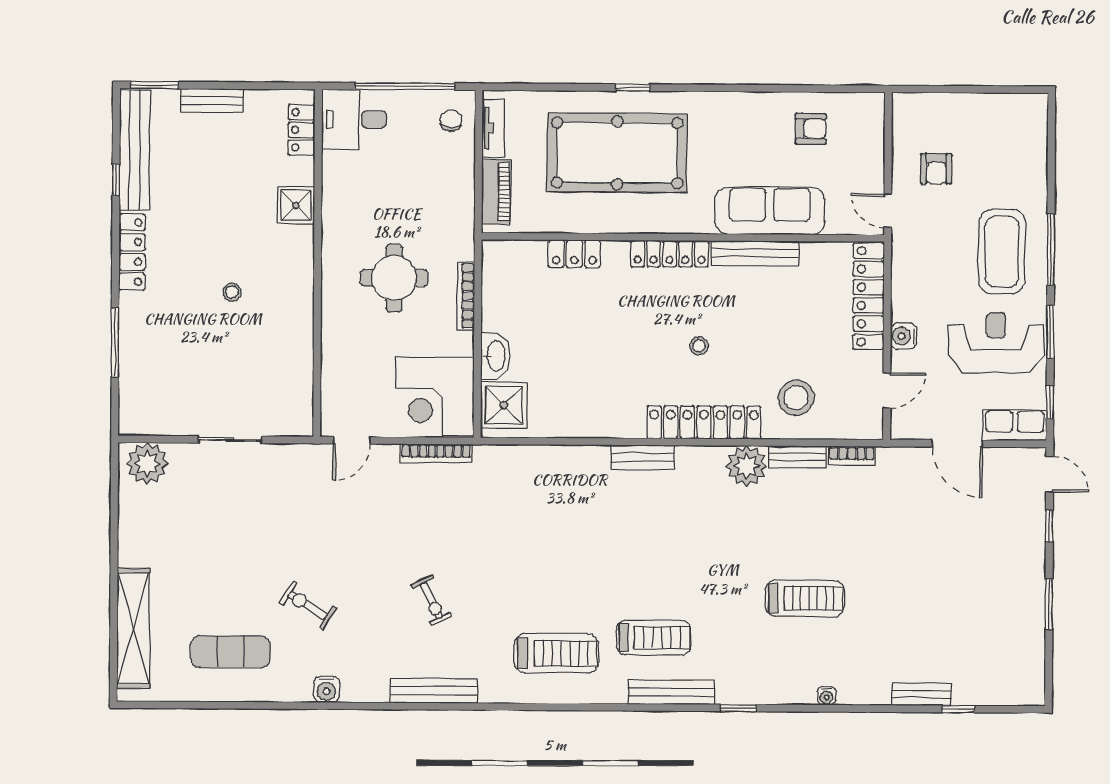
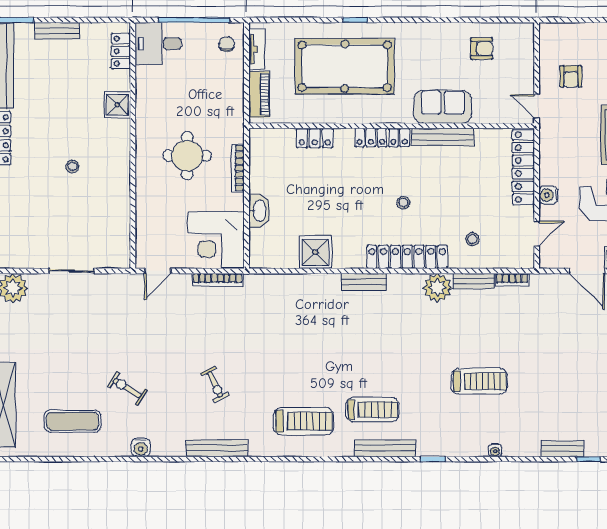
sofa: (770, 211) -> (443, 107), width x0.73
stool: (796, 398) -> (472, 239), width x0.53, depth x0.53
shower: (504, 405) -> (315, 252), moved

